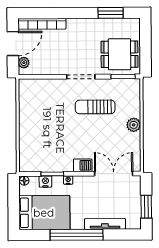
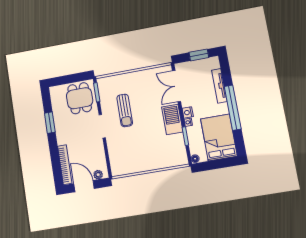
window: (111, 13) -> (50, 123), moved
plant: (134, 125) -> (134, 77), removed
barbecue: (83, 165) -> (172, 119), width x1.88, depth x1.53
nightstand: (45, 182) -> (188, 112), moved

